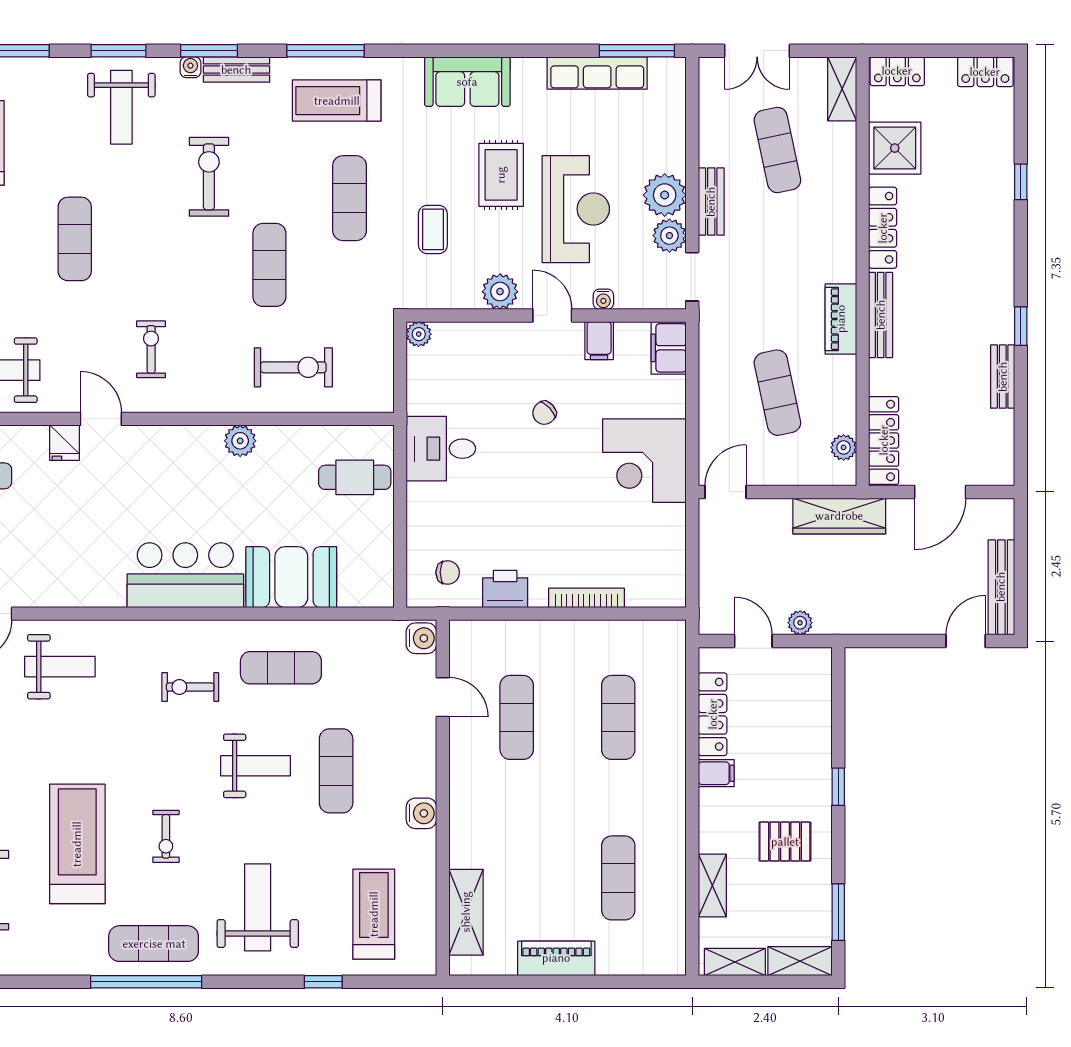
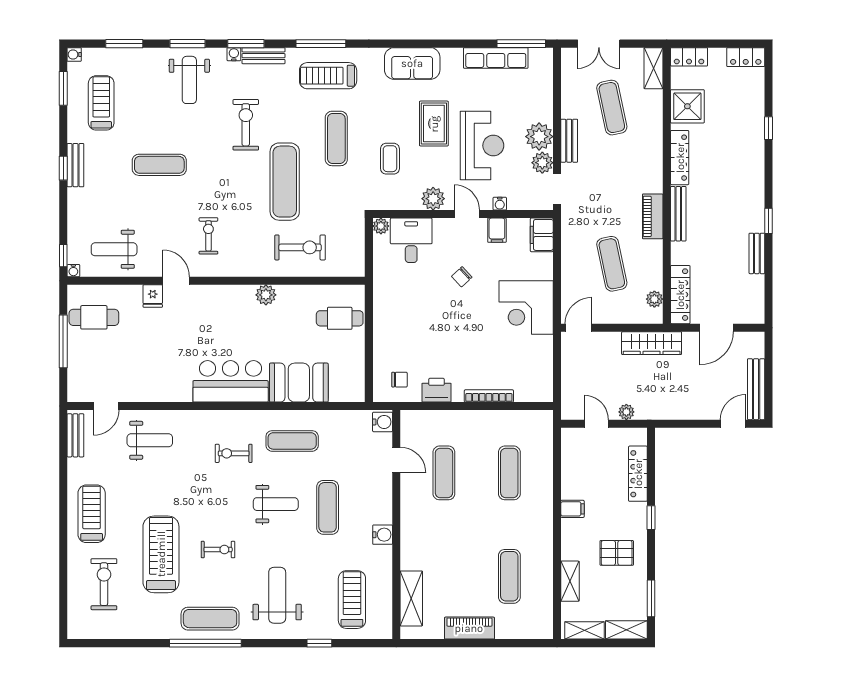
exercise mat: (75, 239) -> (159, 165), turned 90
exercise mat: (269, 265) -> (285, 182), width x1.36, depth x1.45
desk: (441, 449) -> (411, 240), moved, turned 90
locker: (713, 714) -> (638, 474), moved, turned 180
exercise bike: (166, 836) -> (218, 550), turned -90

